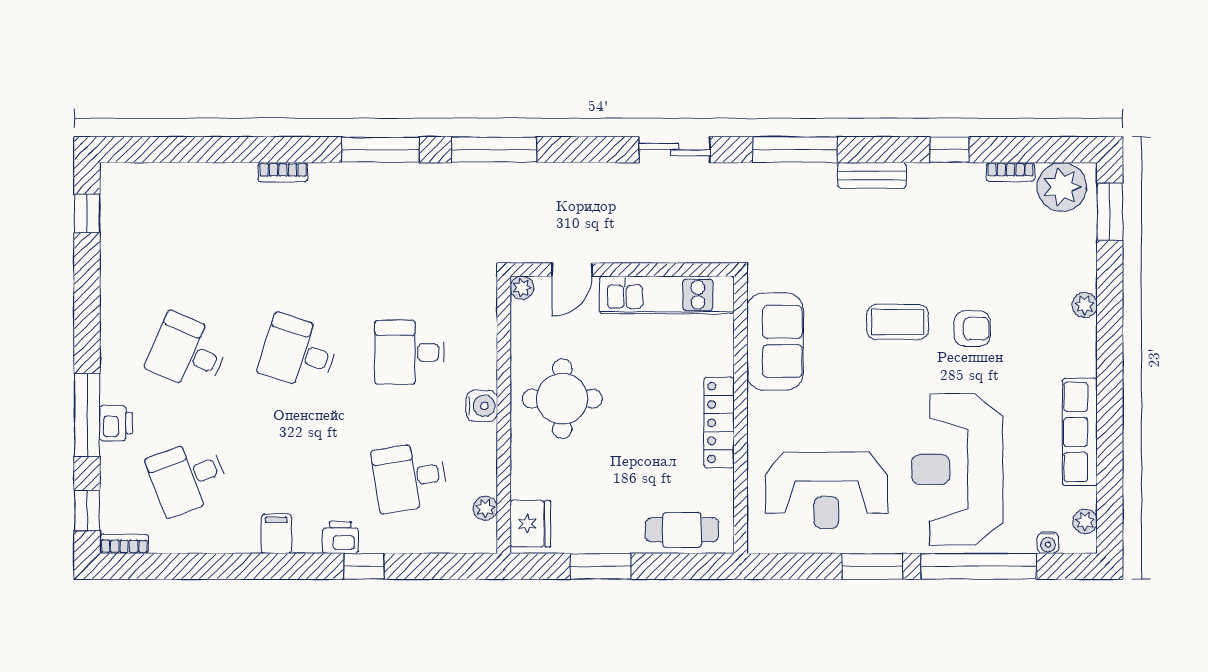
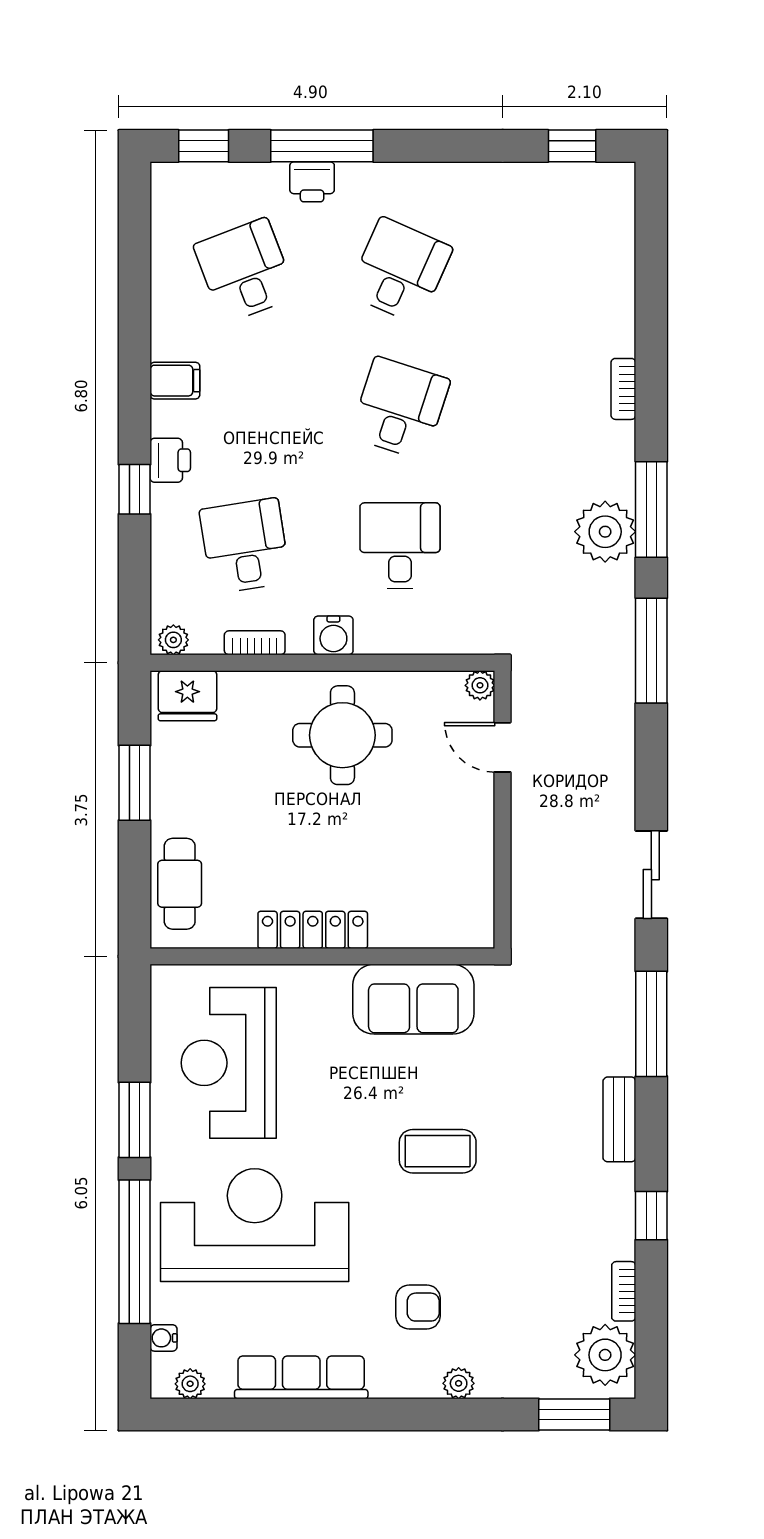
plant: (398, 187) -> (605, 532), added
kitchen unit: (667, 295) -> (471, 865), removed
coffee table: (898, 322) -> (438, 1151), turned 90
armchair: (972, 329) -> (418, 1307), moved, turned -90
plant: (485, 508) -> (173, 640), moved
bookcase: (124, 544) -> (255, 643), moved, turned -90

